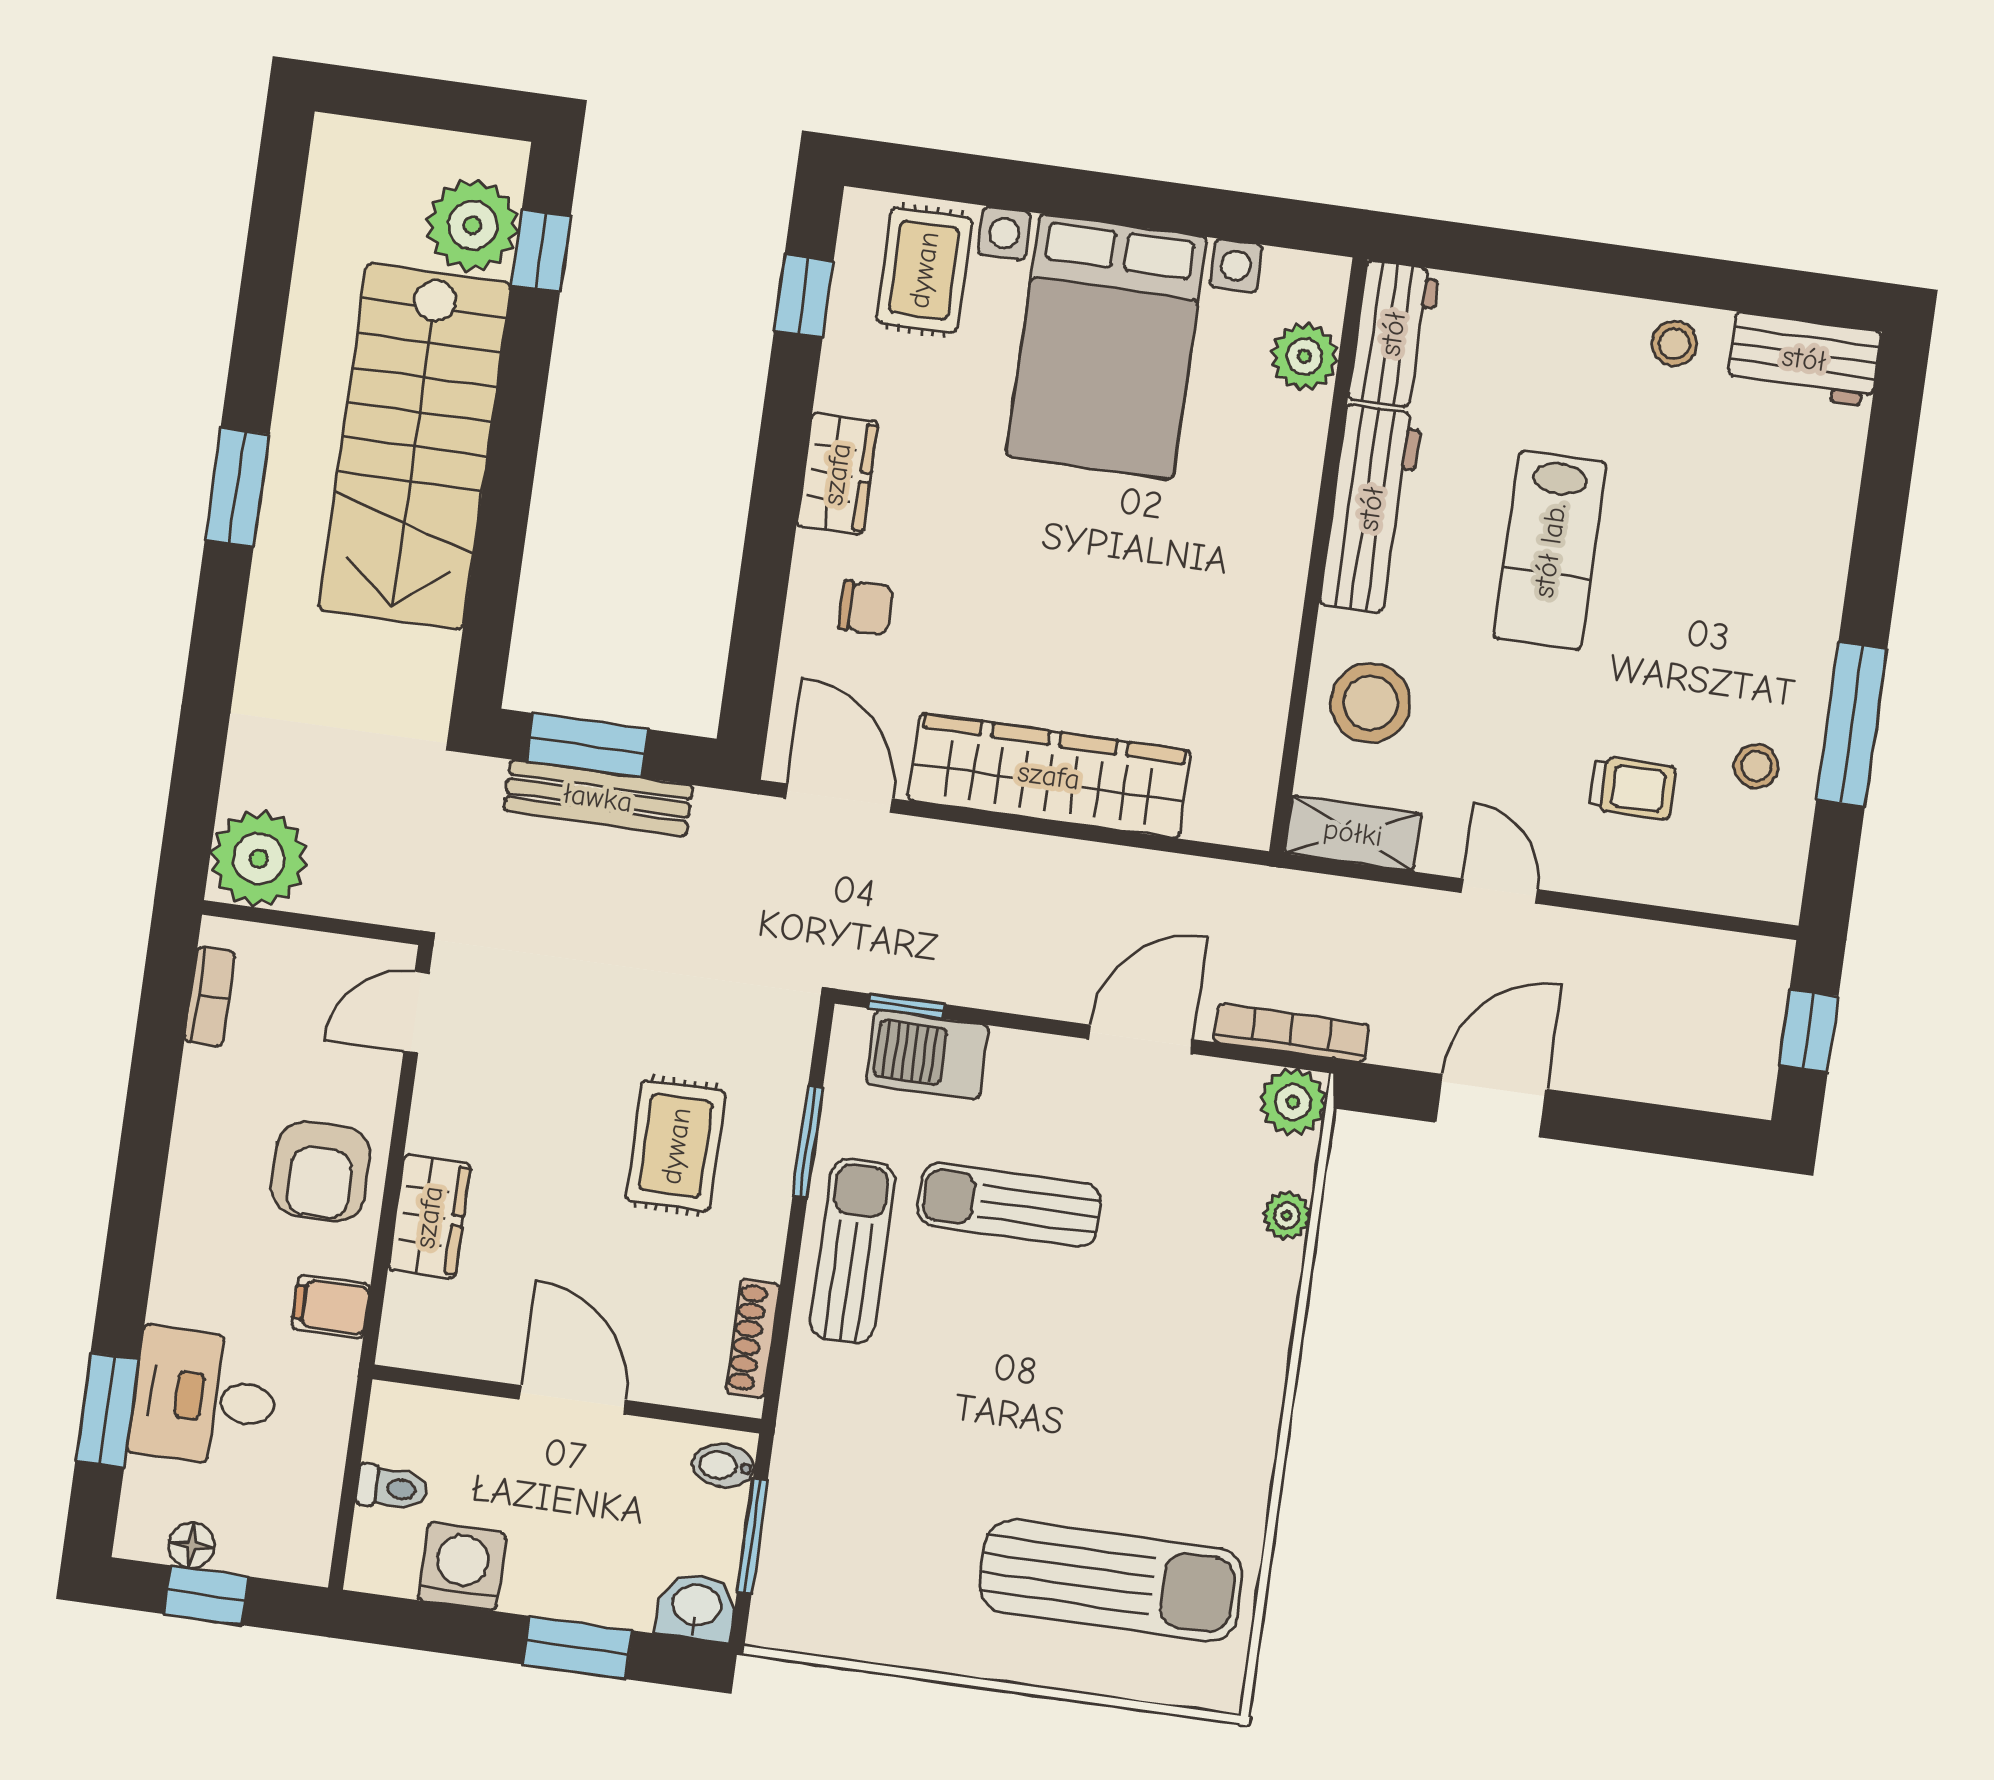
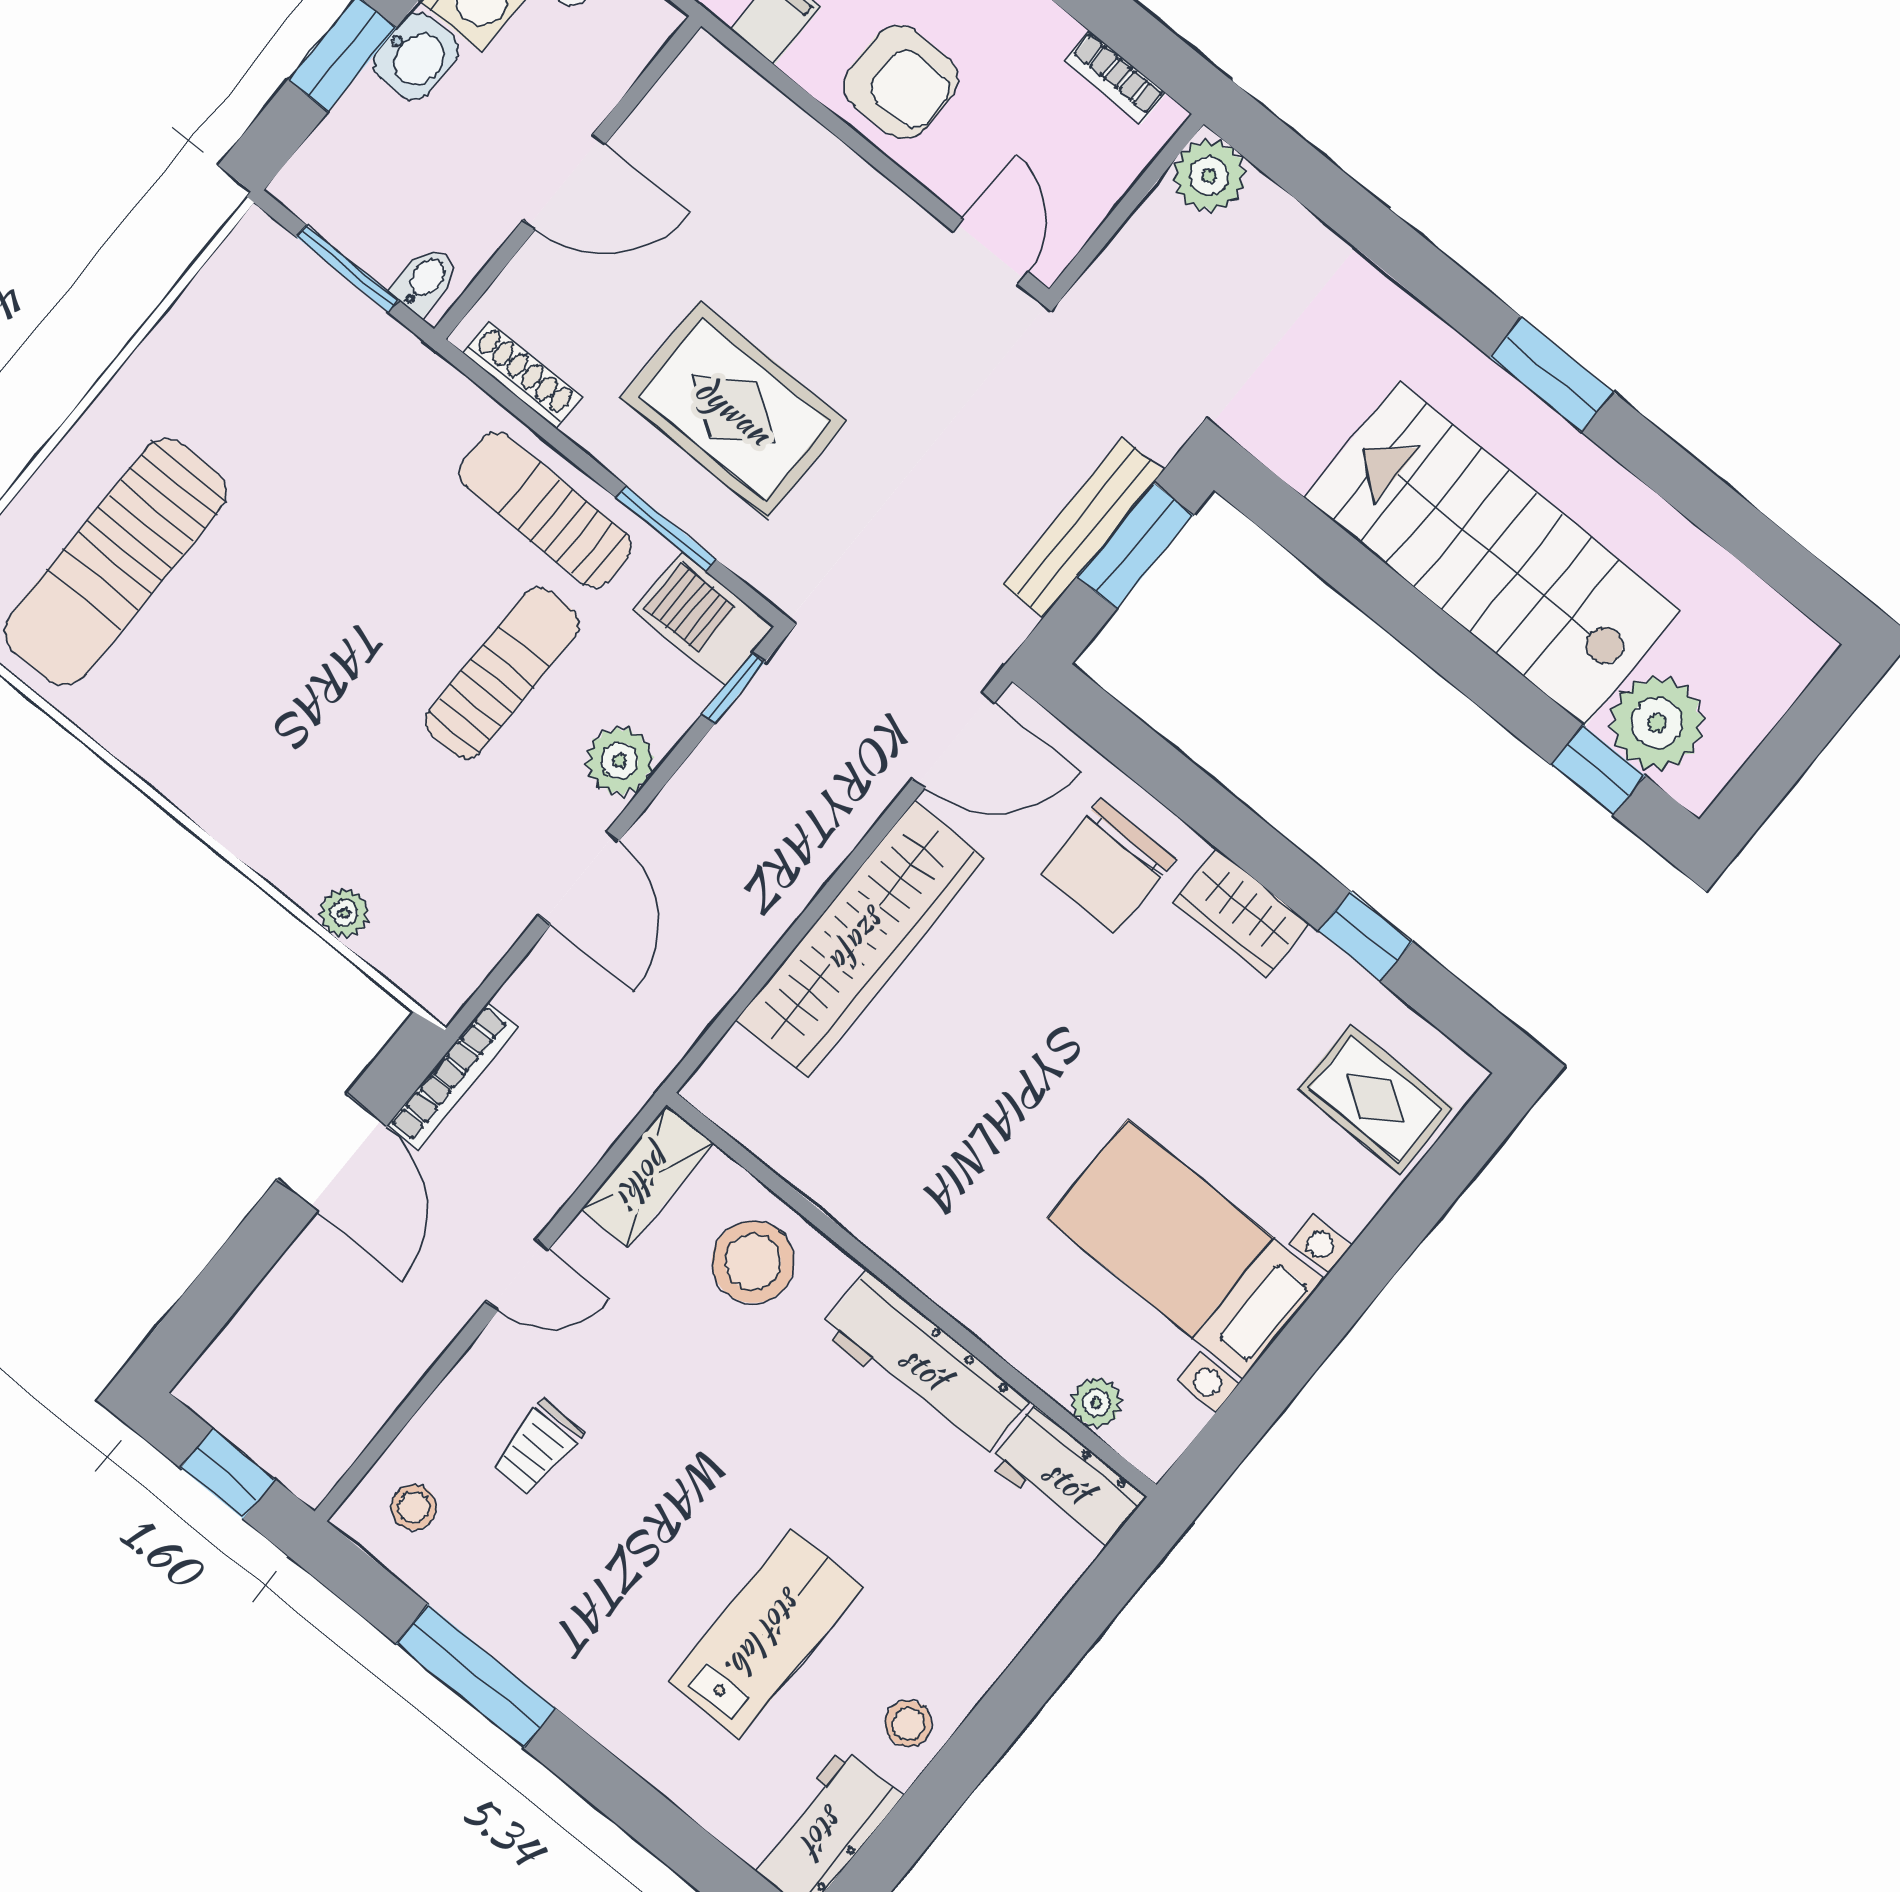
window: (804, 296) -> (1365, 936), moved
bed with nightstands: (1106, 347) -> (1185, 1249), width x0.73
plant: (1304, 356) -> (1096, 1403), width x0.73, depth x0.73
lab bench: (1550, 550) -> (766, 1634), moved, turned 90
chair: (866, 608) -> (1108, 866), width x1.87, depth x1.87
stool: (1756, 766) -> (414, 1507), moved
plant: (259, 859) -> (1209, 176), width x0.73, depth x0.73
bookcase: (1291, 1033) -> (453, 1076), moved
barbecue: (927, 1054) -> (703, 619), moved, turned -90
plant: (1293, 1102) -> (620, 761), moved
rug: (676, 1146) -> (734, 410), width x1.36, depth x1.43
armchair: (321, 1171) -> (901, 82), turned 180
wardrobe: (429, 1217) -> (803, 154), removed
sun lounger: (853, 1251) -> (545, 510), turned 180
washbasin: (697, 1607) -> (416, 56), moved

